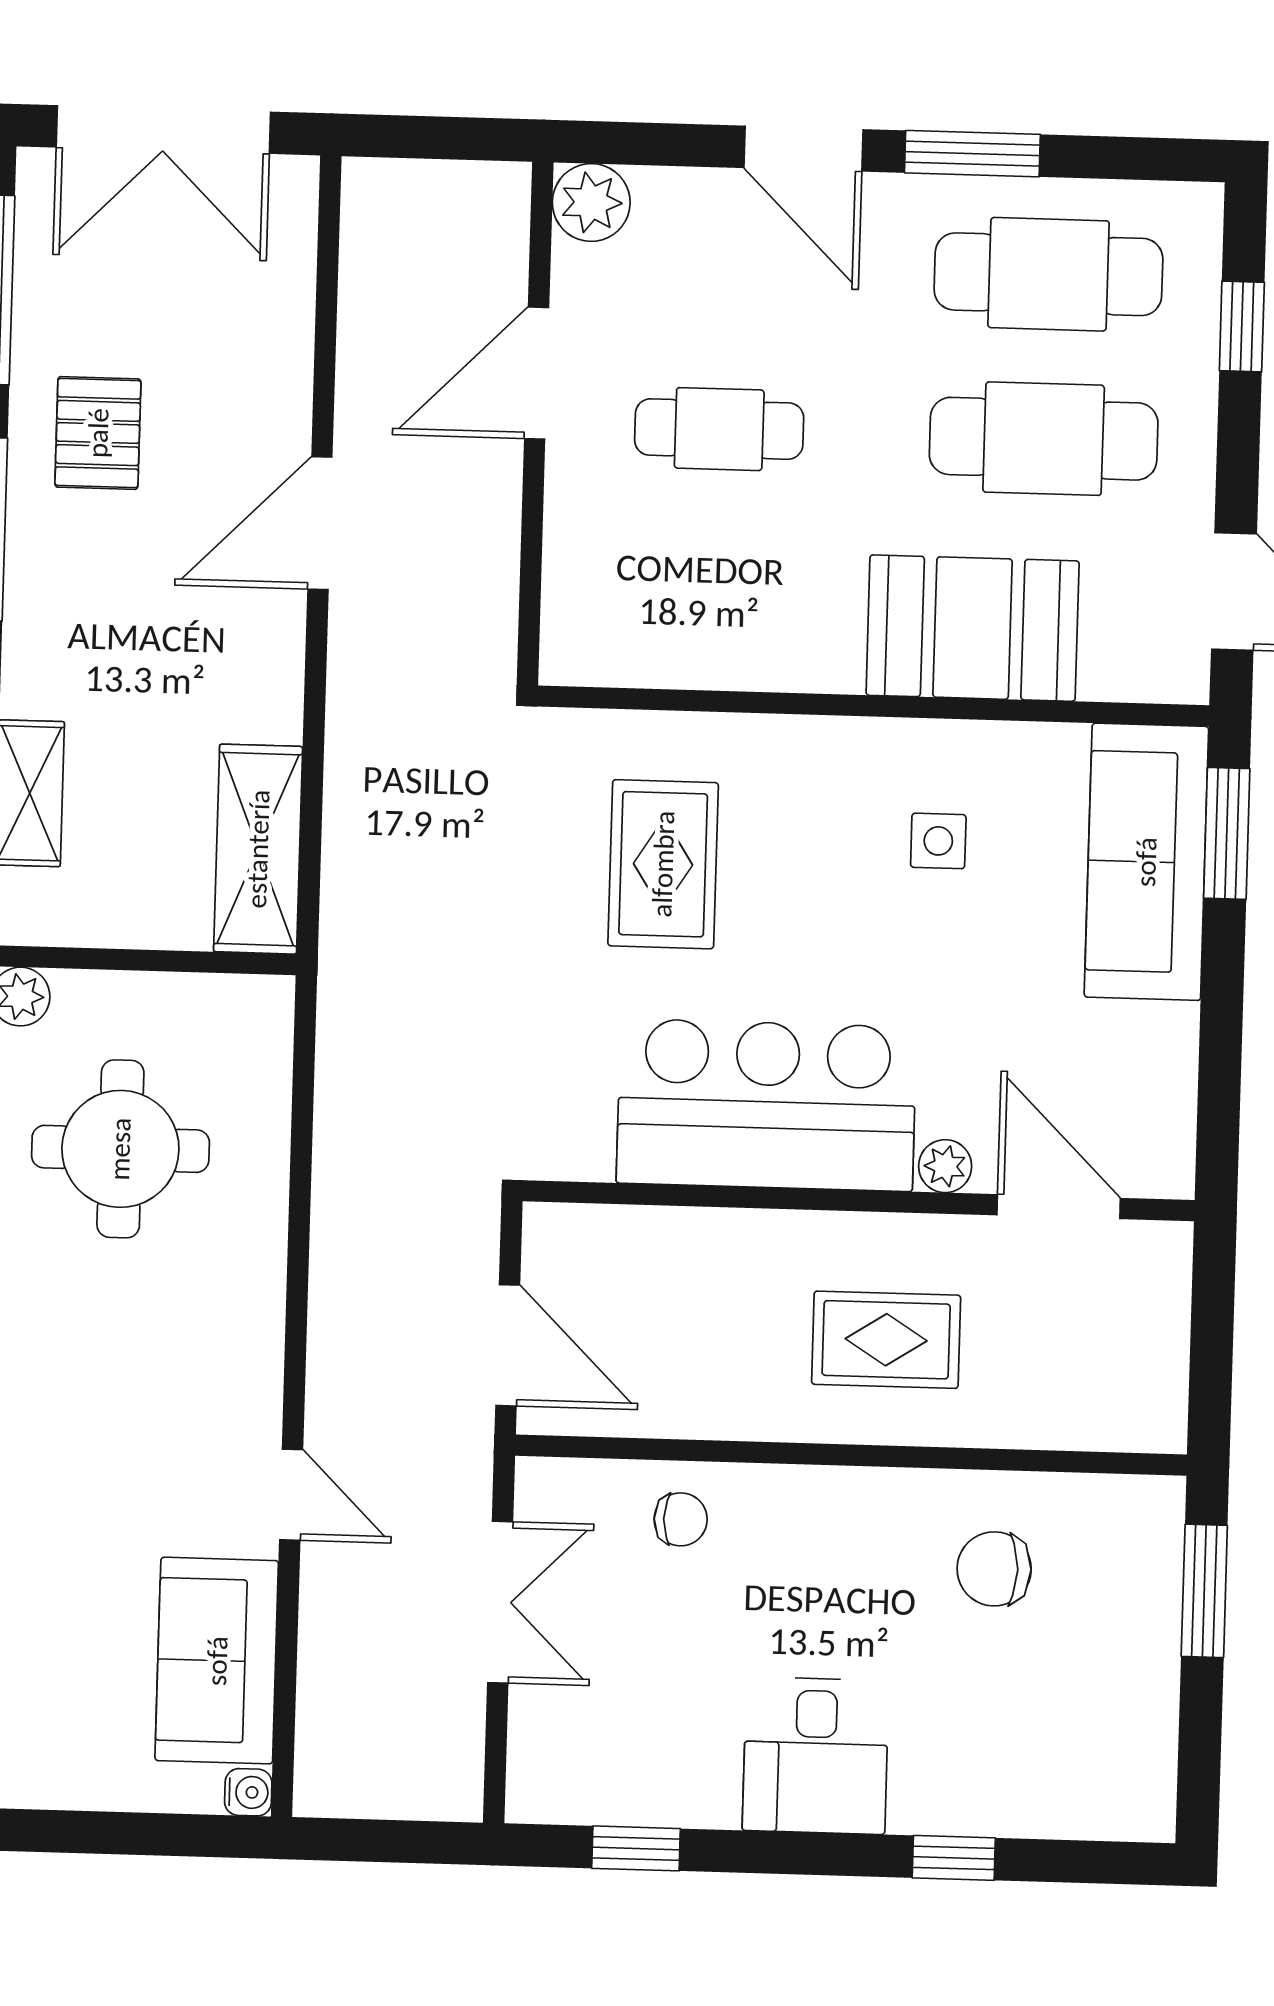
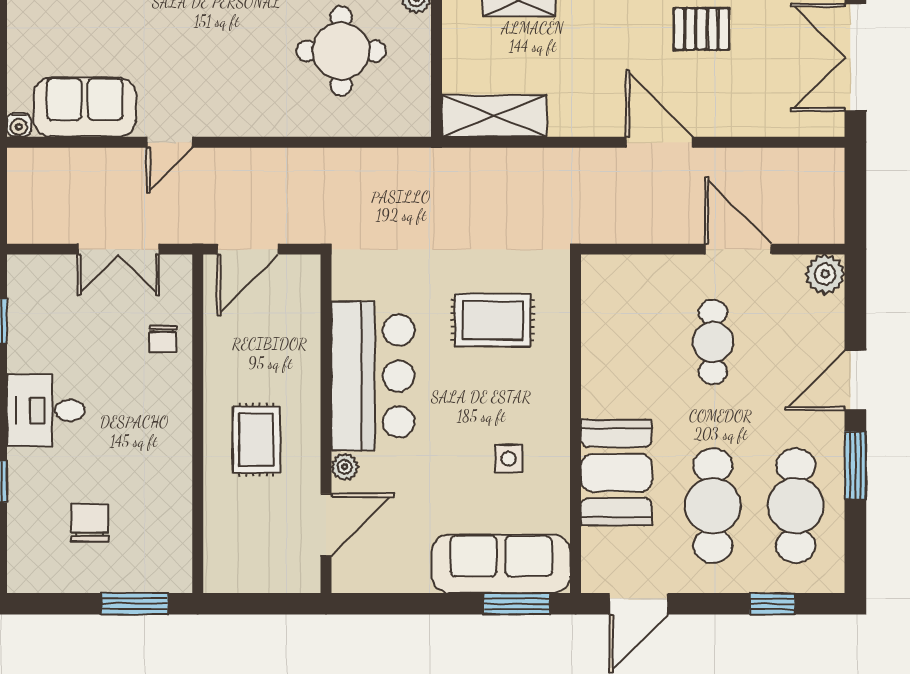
chair: (994, 1569) -> (90, 523), moved

